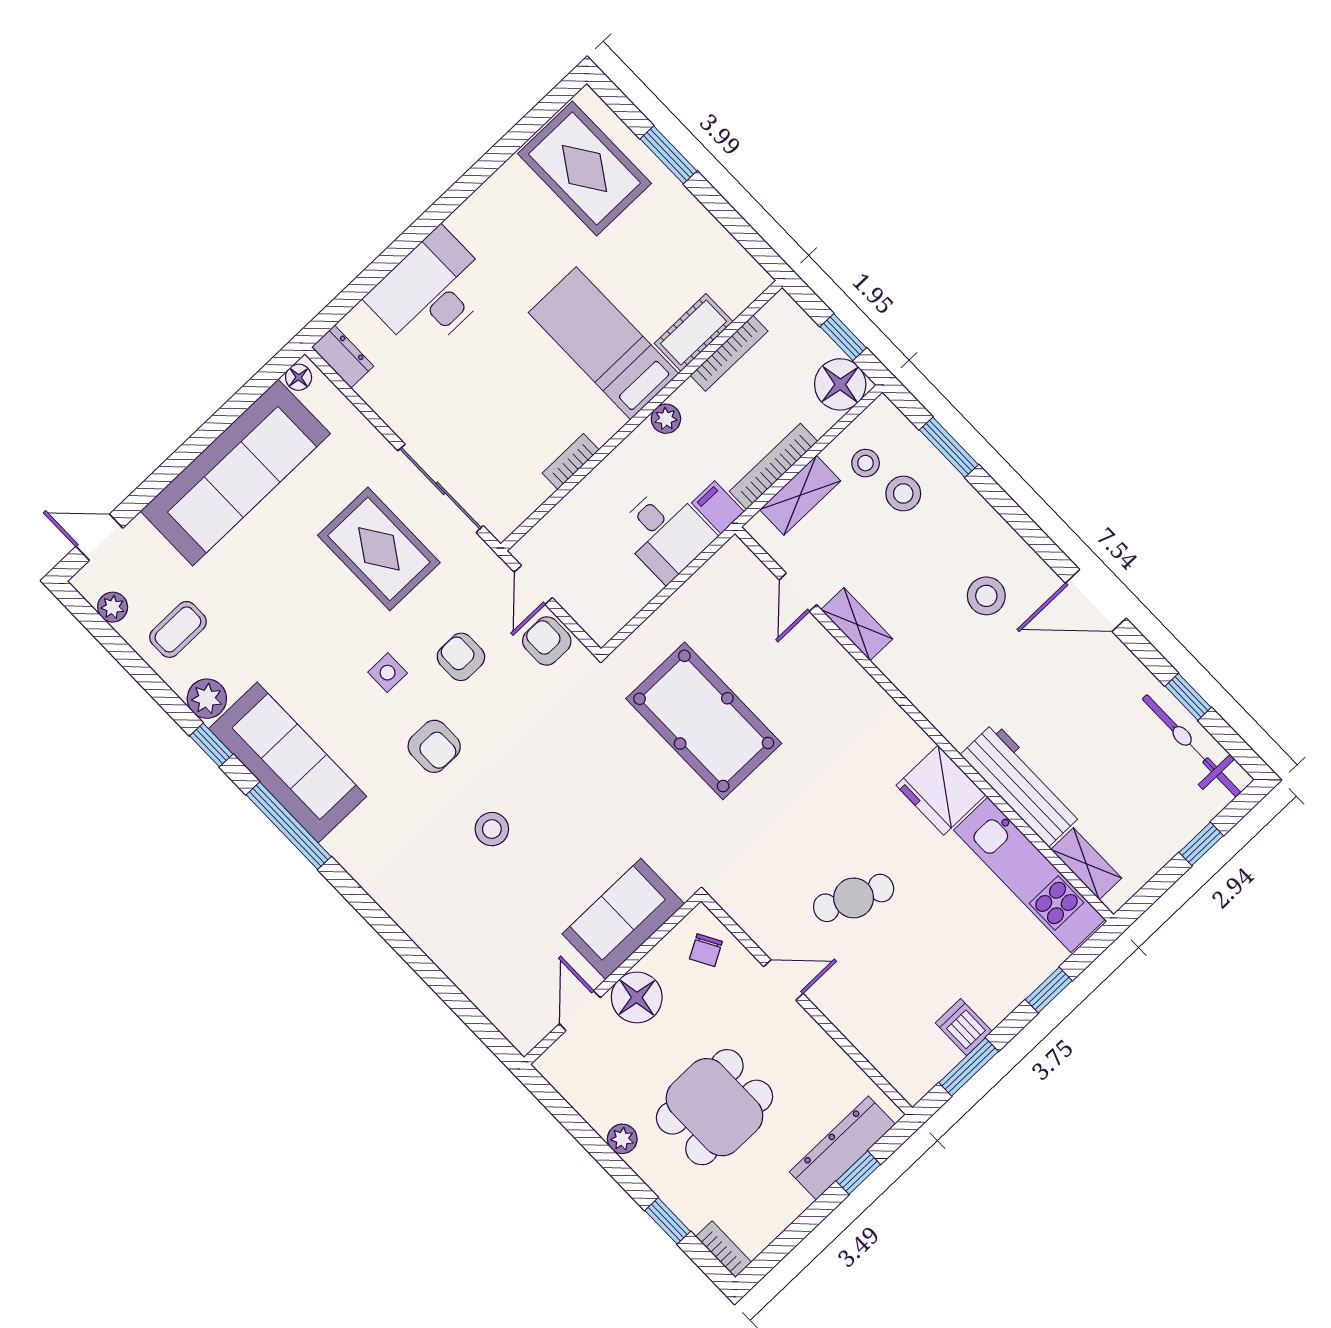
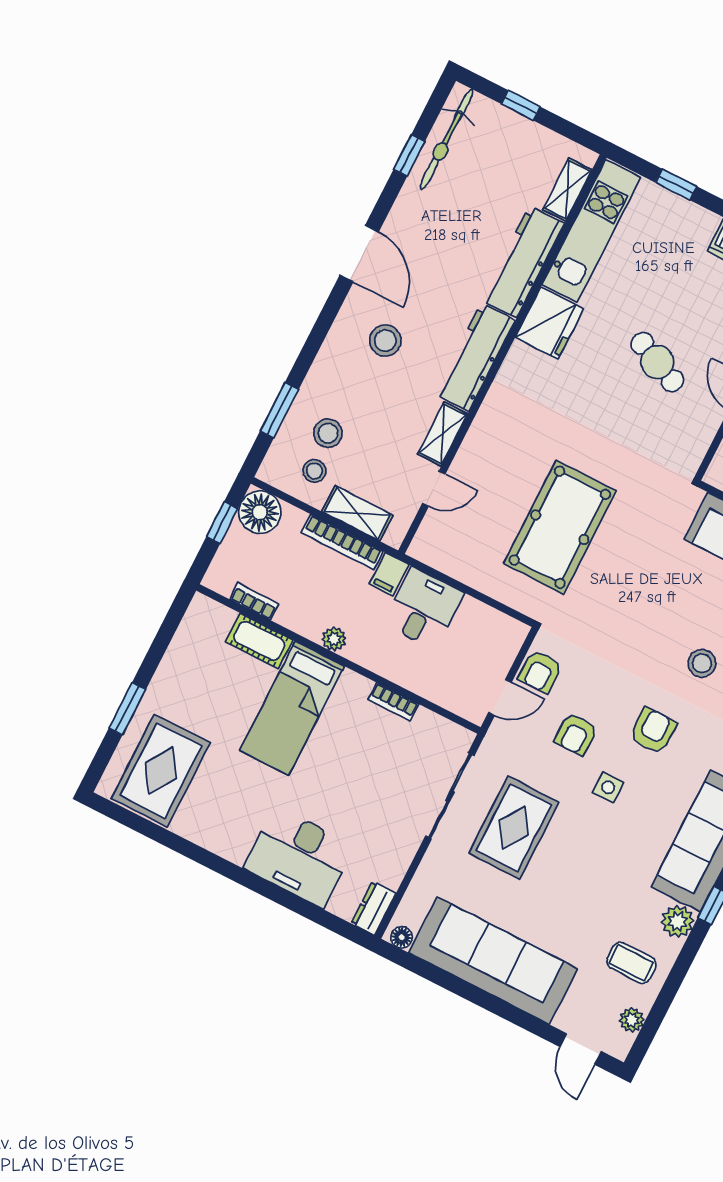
bookcase: (729, 353) -> (254, 602), width x0.64
workbench: (932, 692) -> (475, 357), added

